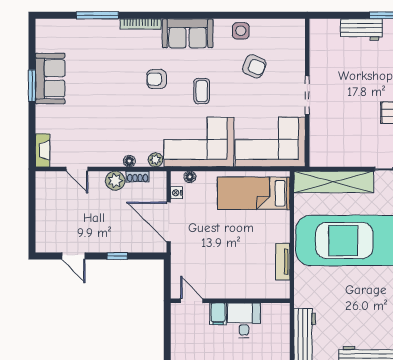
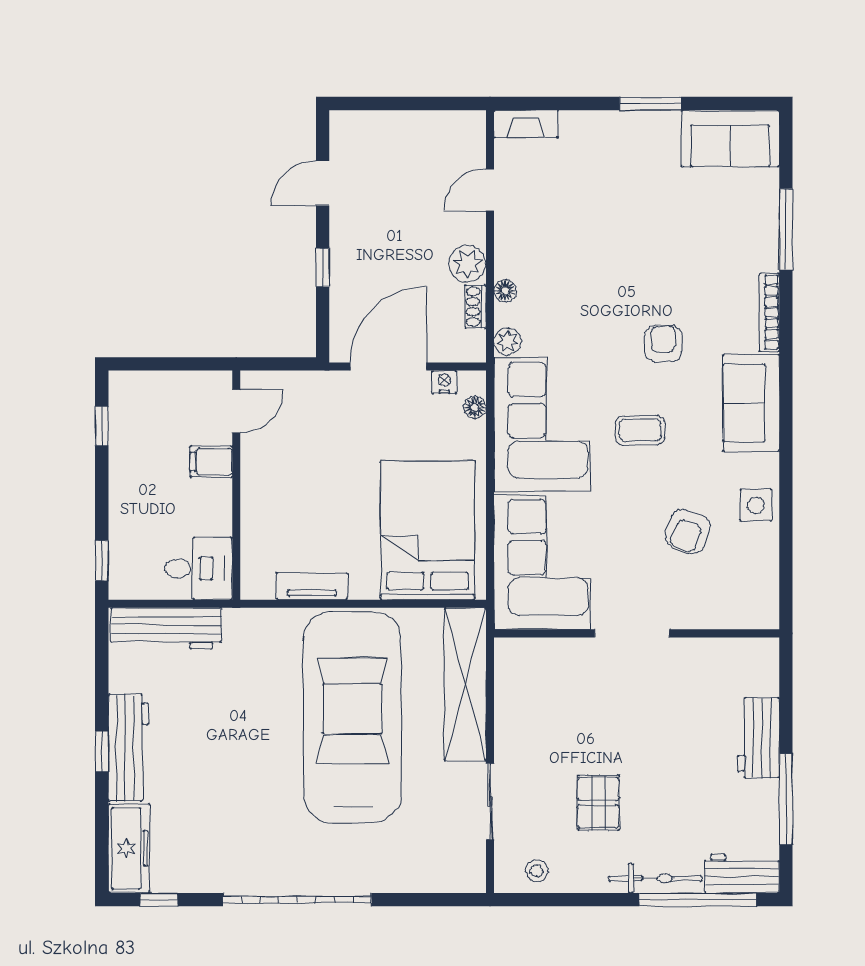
sofa: (50, 78) -> (730, 138), moved
bed: (254, 193) -> (427, 530), width x1.50
desk: (244, 320) -> (199, 568), moved

